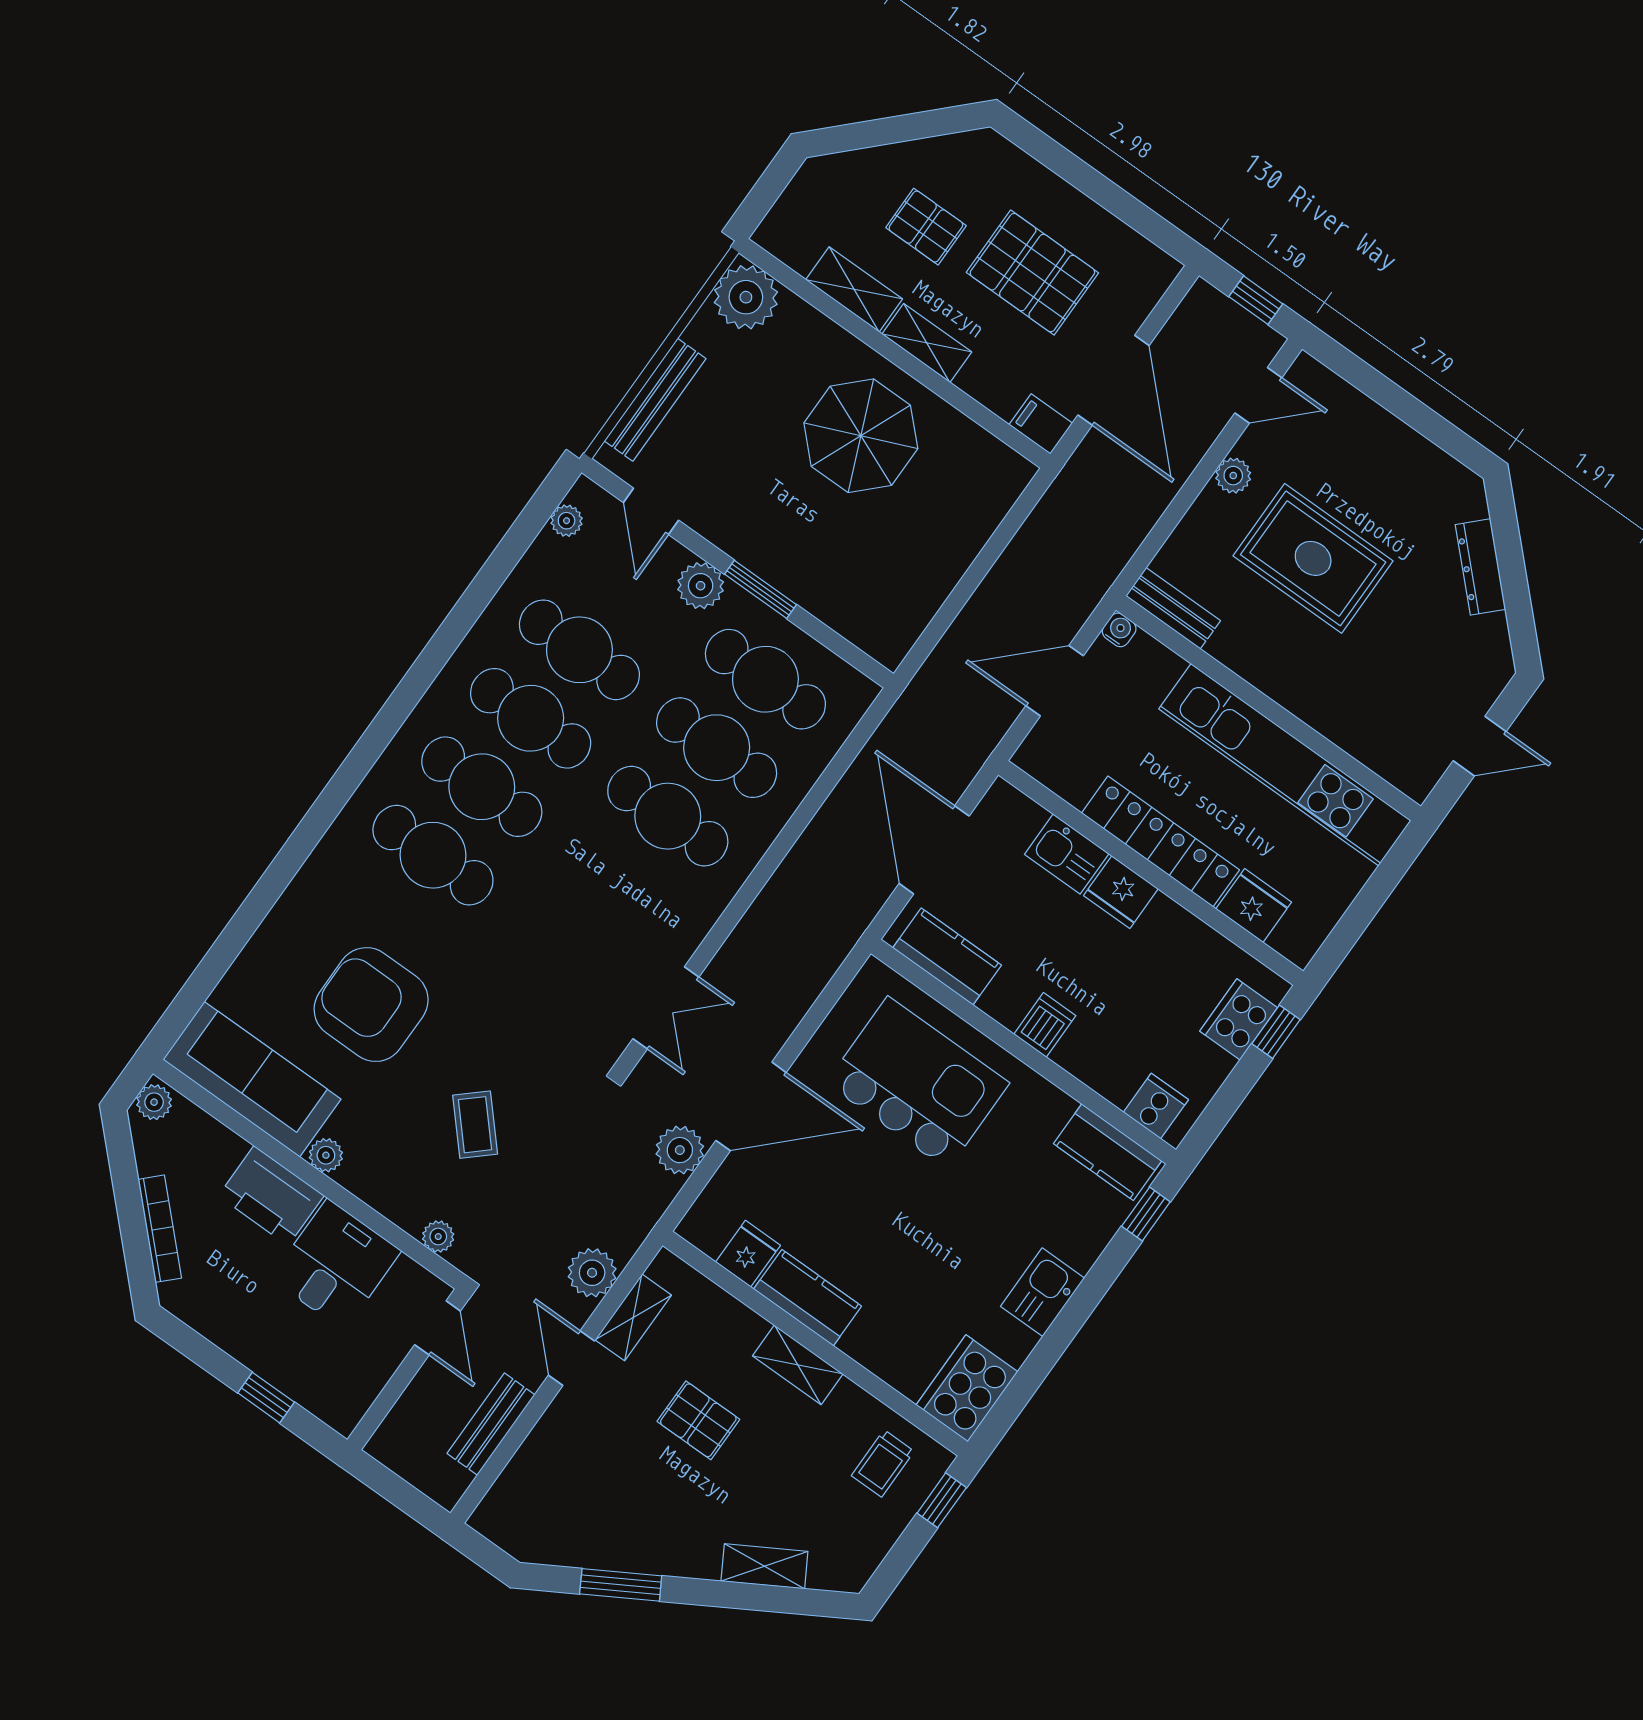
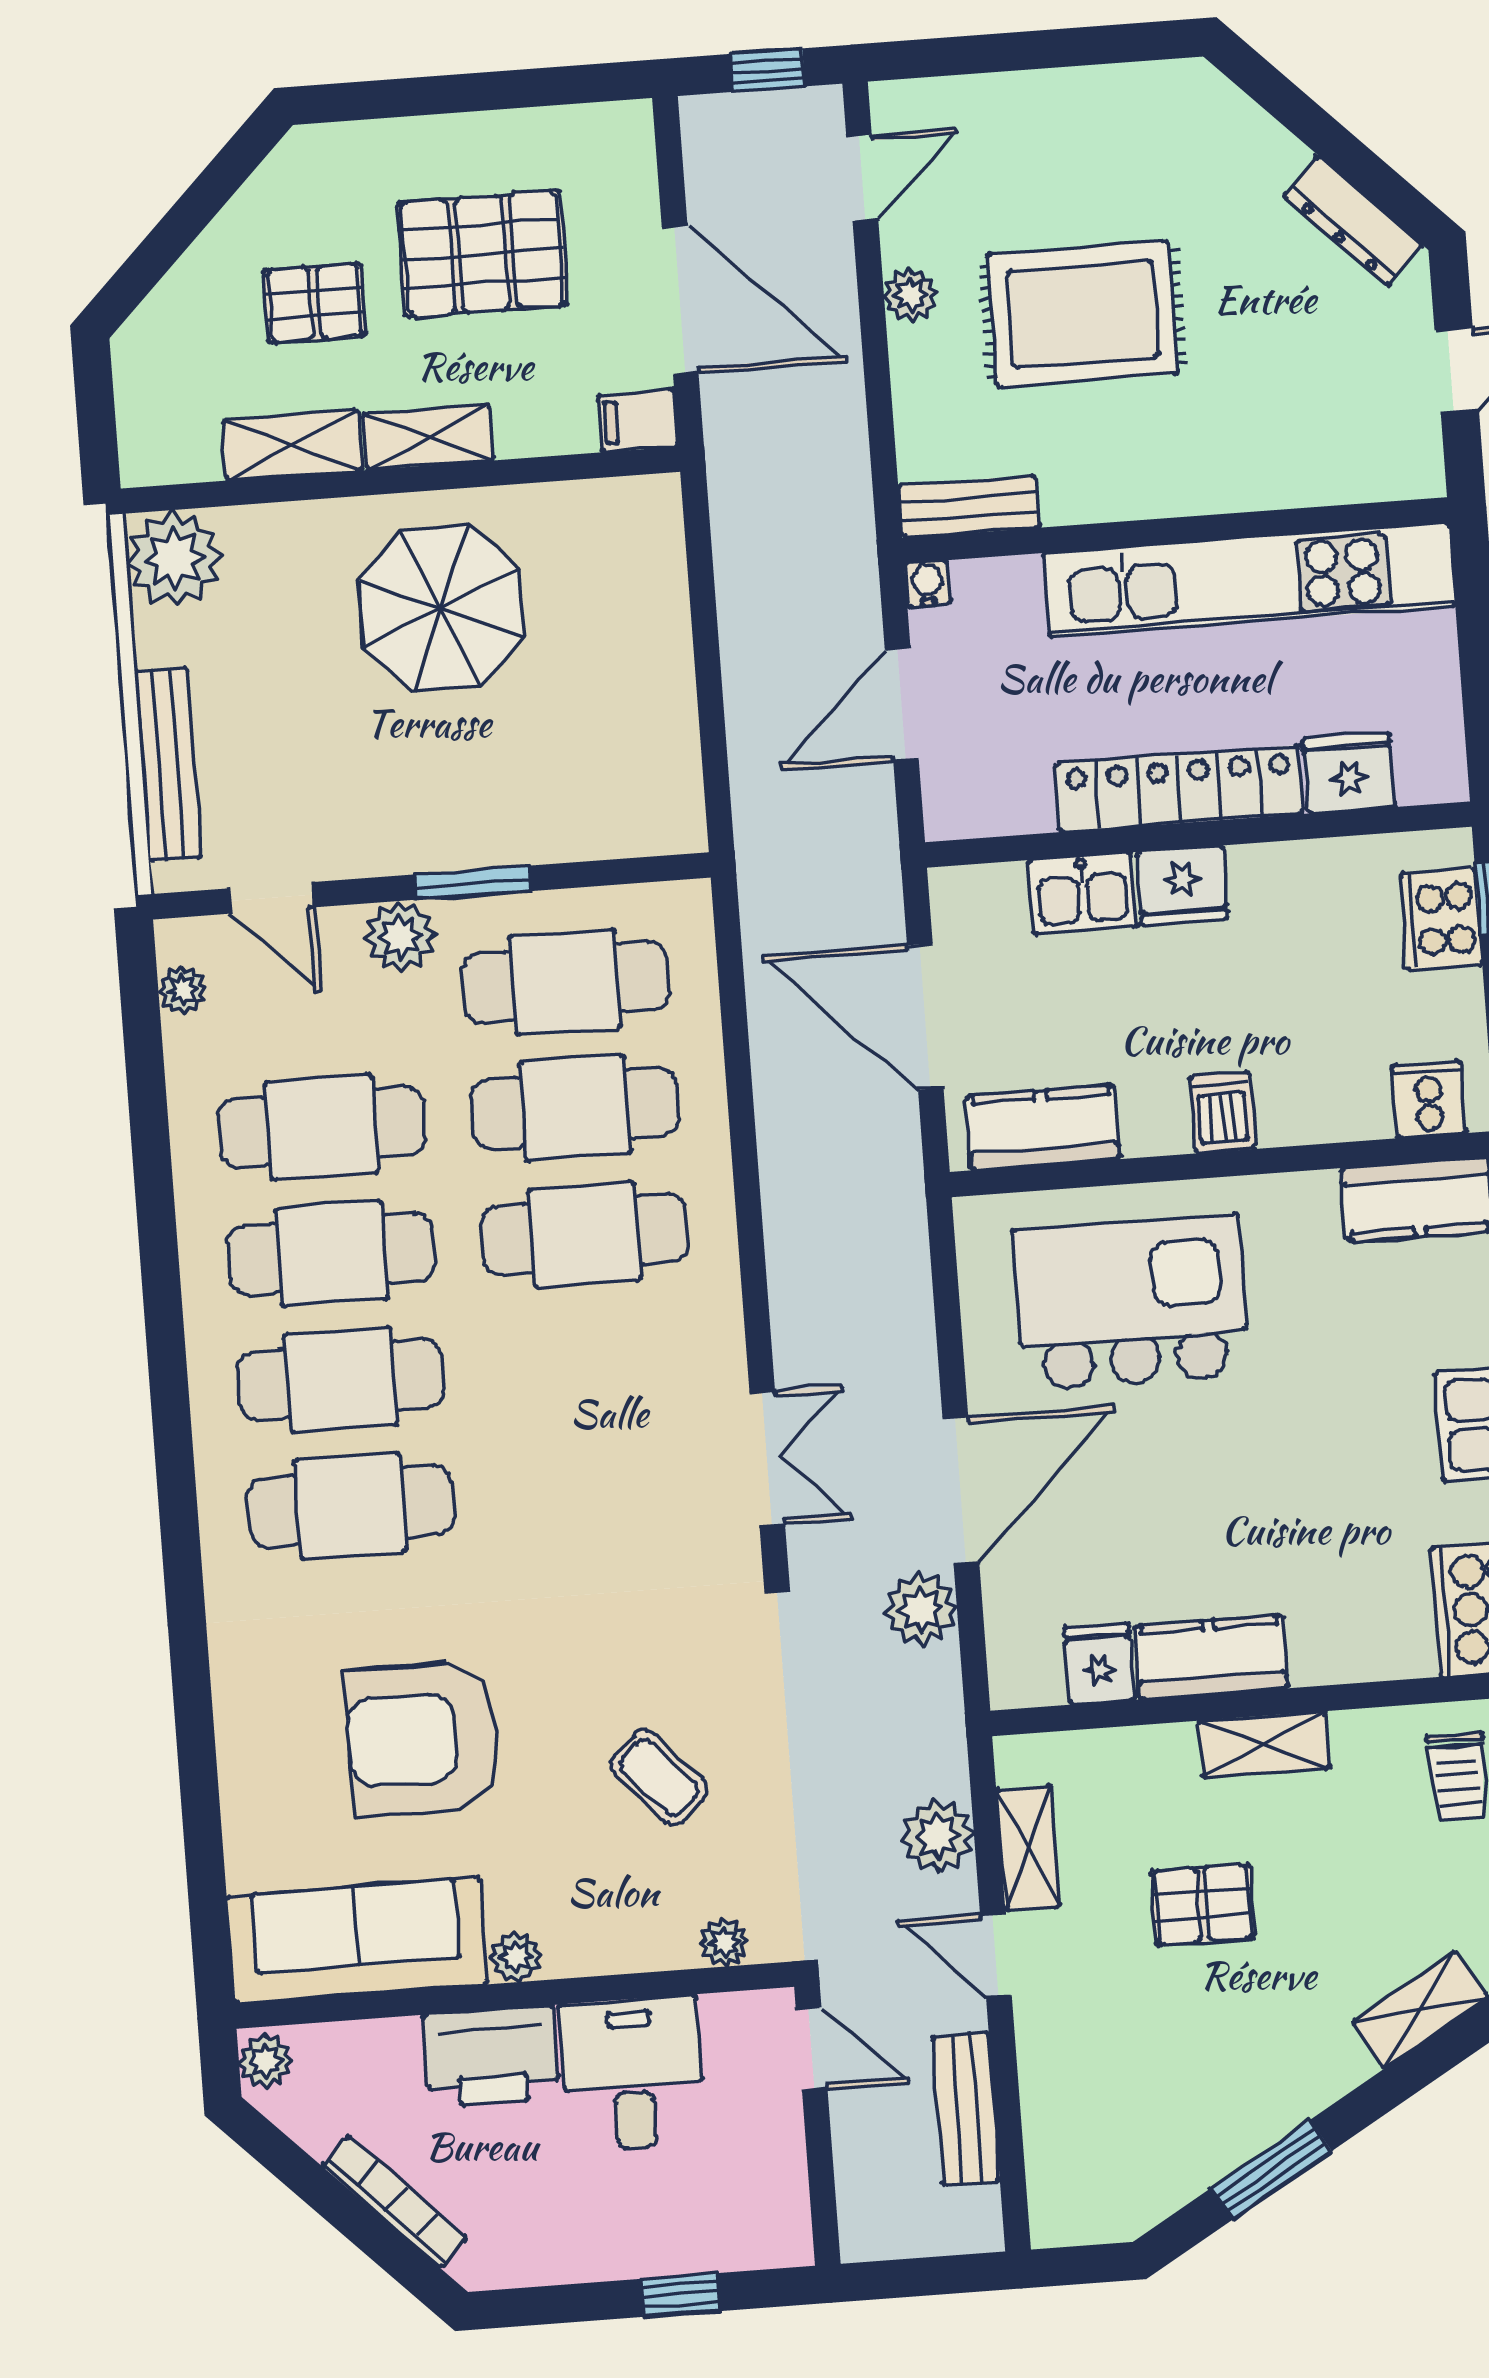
dresser: (1480, 567) -> (1353, 221), moved

